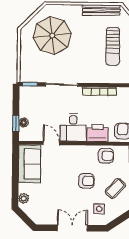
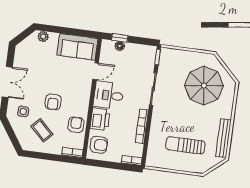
armchair: (106, 156) -> (76, 125), turned 180

